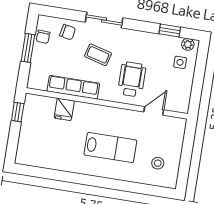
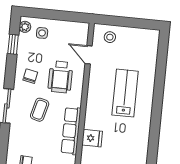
chair: (68, 32) -> (30, 76), moved
wheelchair: (132, 79) -> (60, 77), turned -90
stool: (158, 163) -> (110, 37), moved

